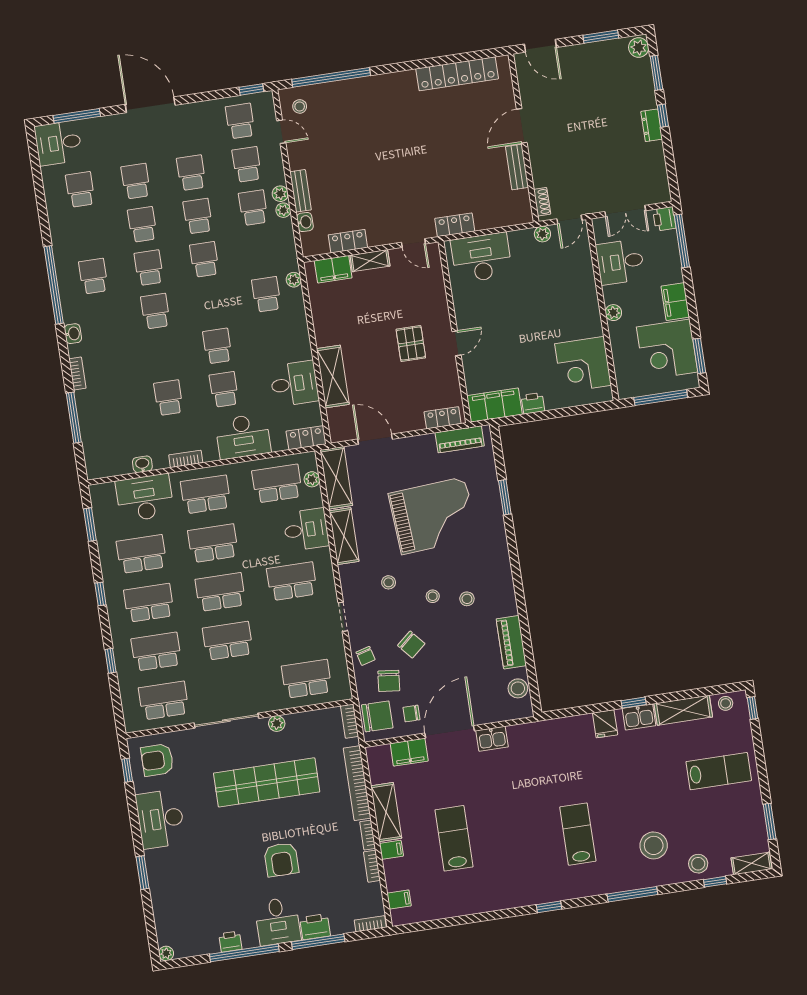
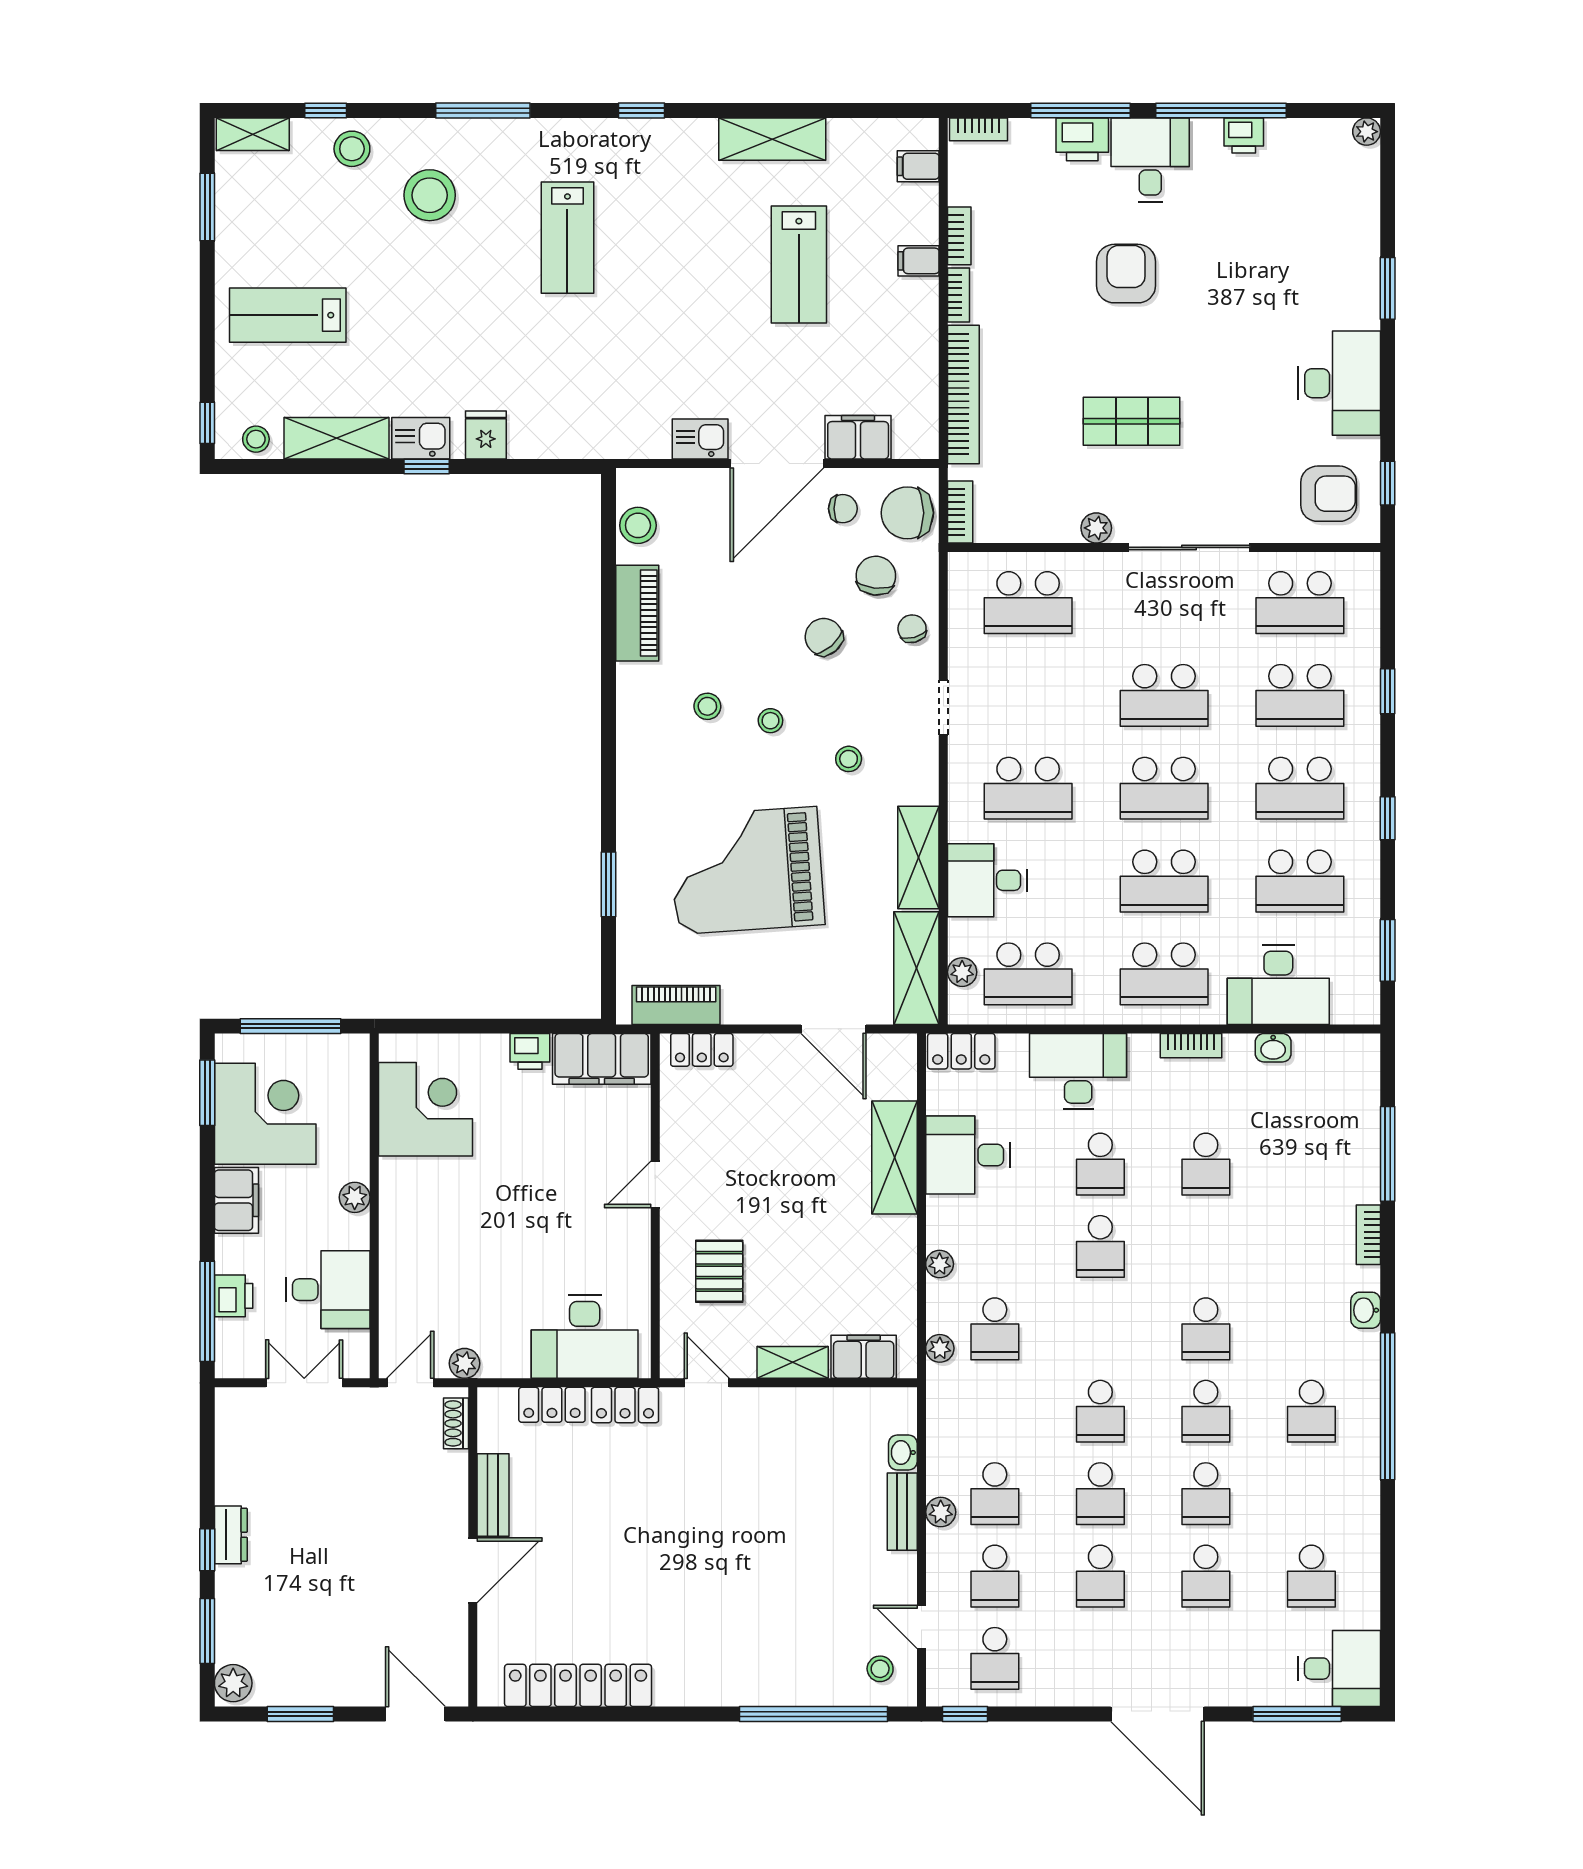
plant: (283, 210) -> (940, 1264), moved
printer: (664, 219) -> (234, 1296), moved
locker: (348, 241) -> (552, 1405), moved
pallet: (411, 344) -> (719, 1271), moved
shop shelf: (267, 782) -> (1132, 421), width x0.50, depth x0.74
shelving: (386, 812) -> (772, 139), moved, turned 90

